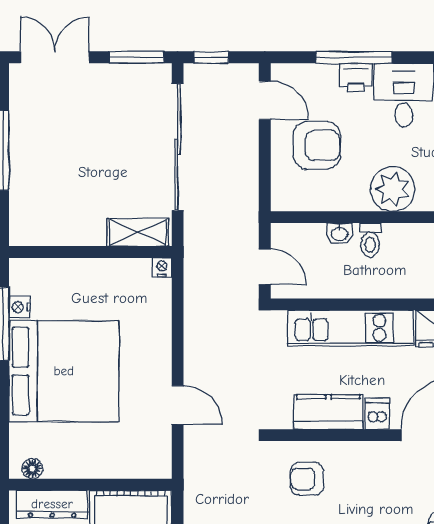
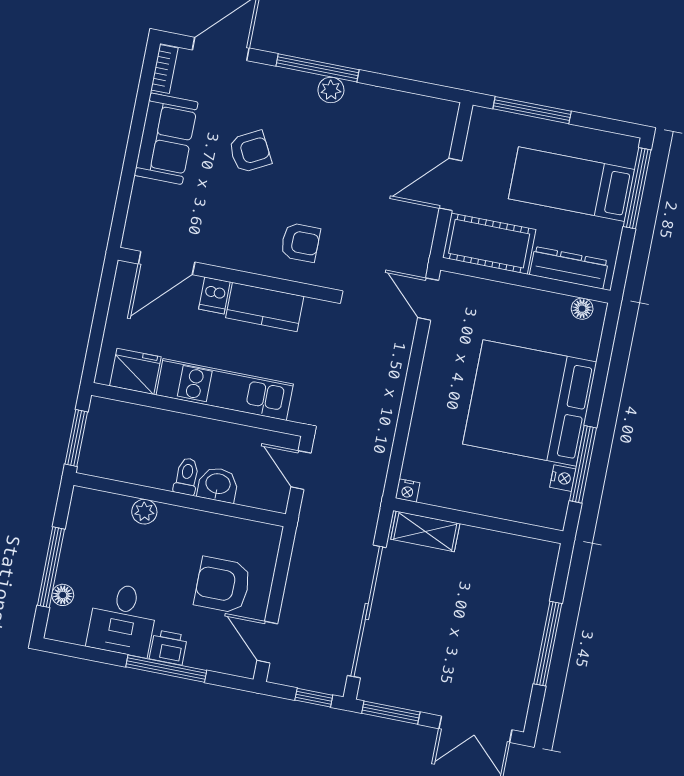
plant: (393, 189) -> (144, 512), width x0.53, depth x0.53
washbasin: (339, 233) -> (218, 485), width x1.38, depth x1.45
door: (178, 405) -> (428, 299), moved

